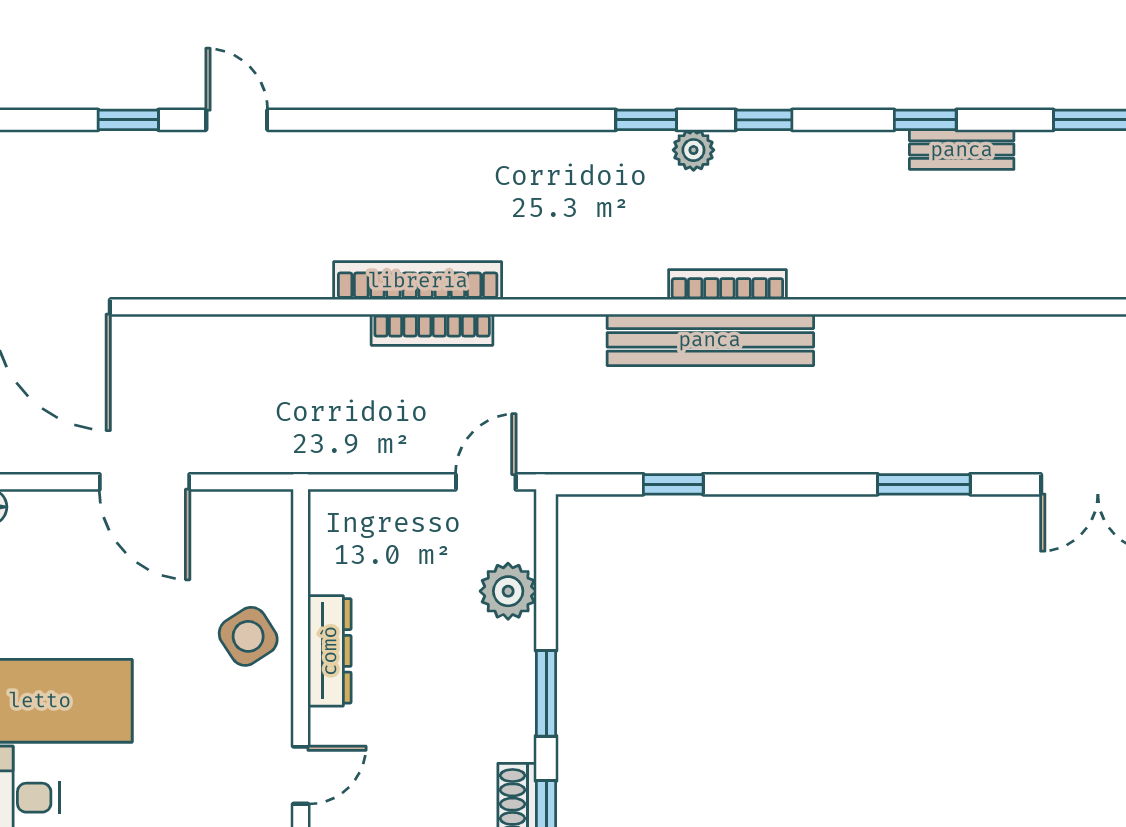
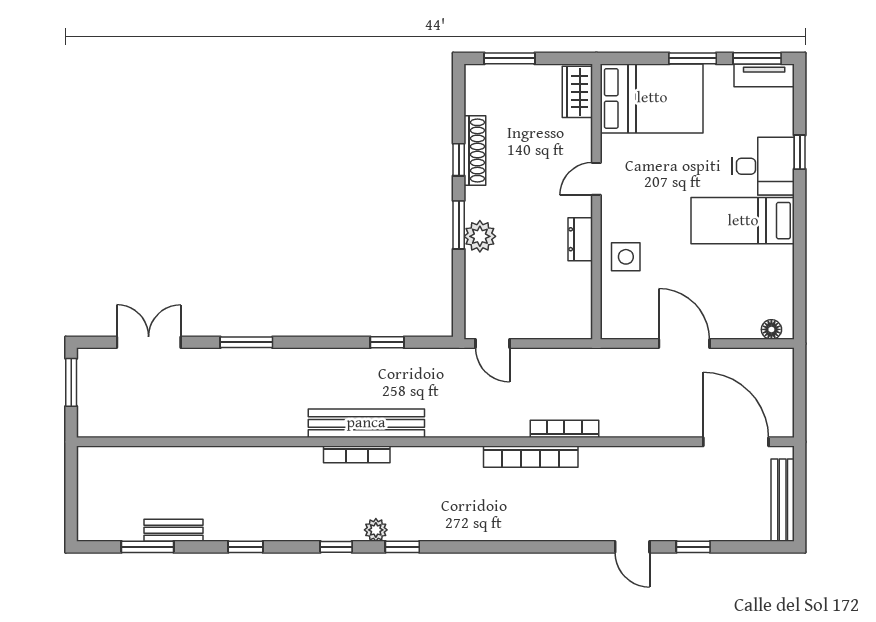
bench: (962, 150) -> (174, 530), moved
bookcase: (432, 330) -> (564, 429), moved
door: (486, 482) -> (492, 344), hinge flipped
plant: (508, 591) -> (480, 236), moved
side table: (248, 636) -> (626, 257), turned 33
dresser: (330, 651) -> (580, 239), width x0.70

